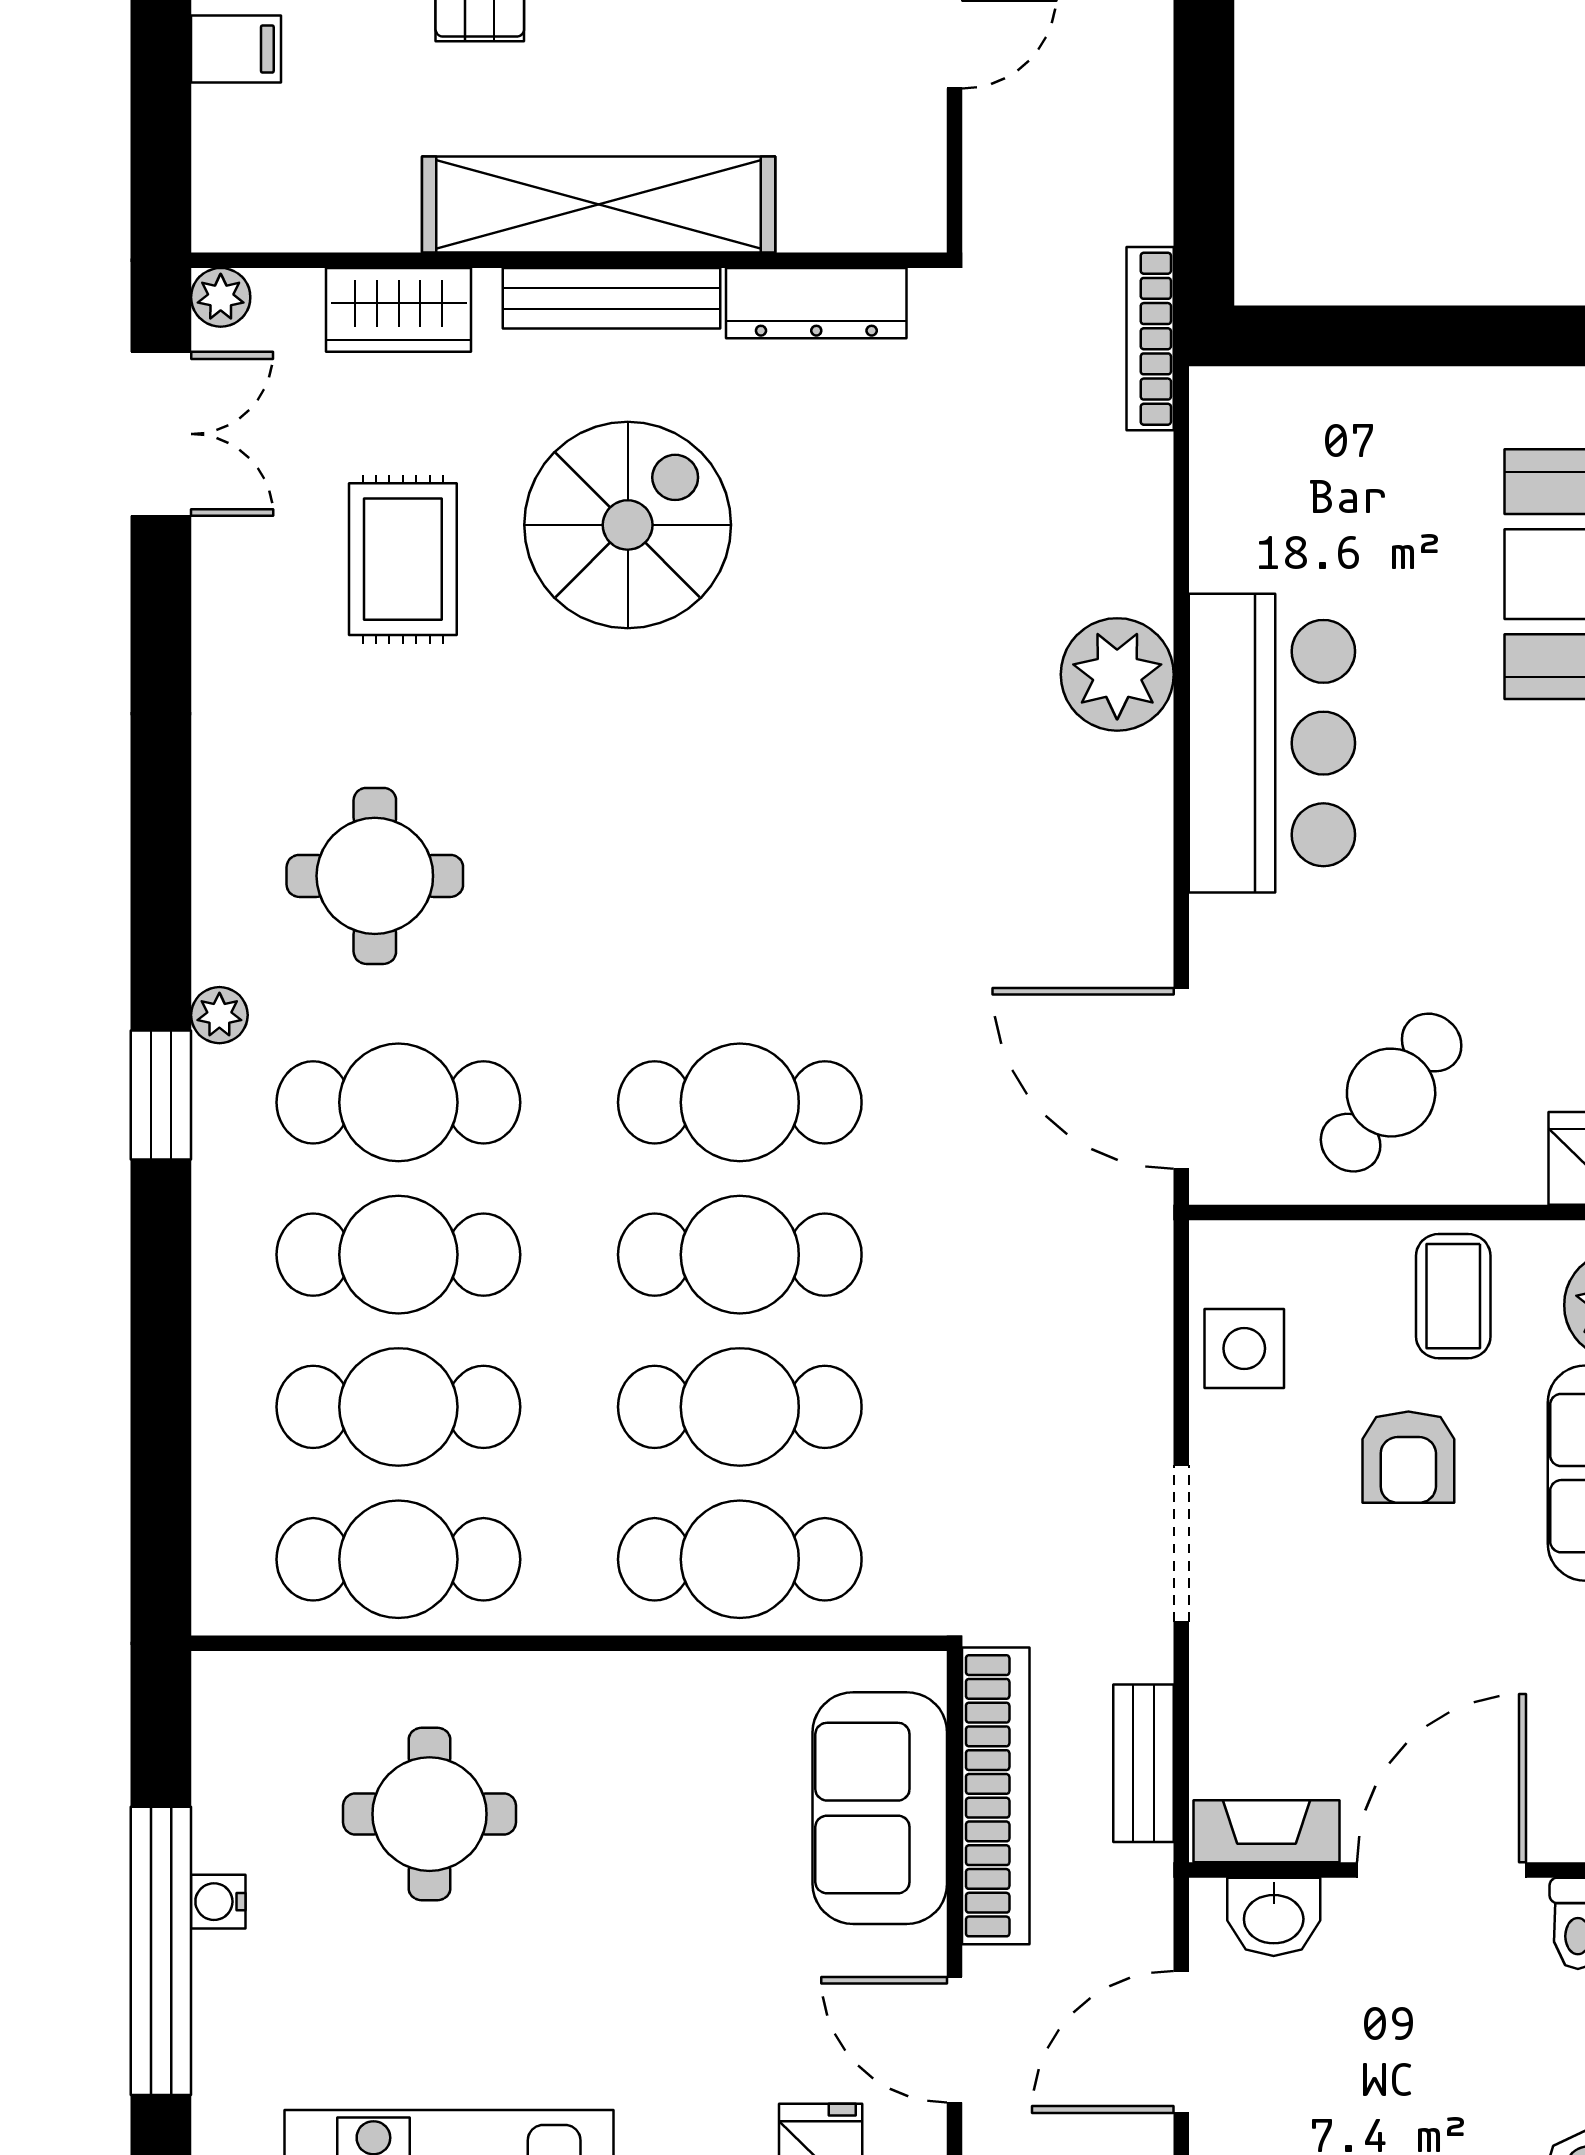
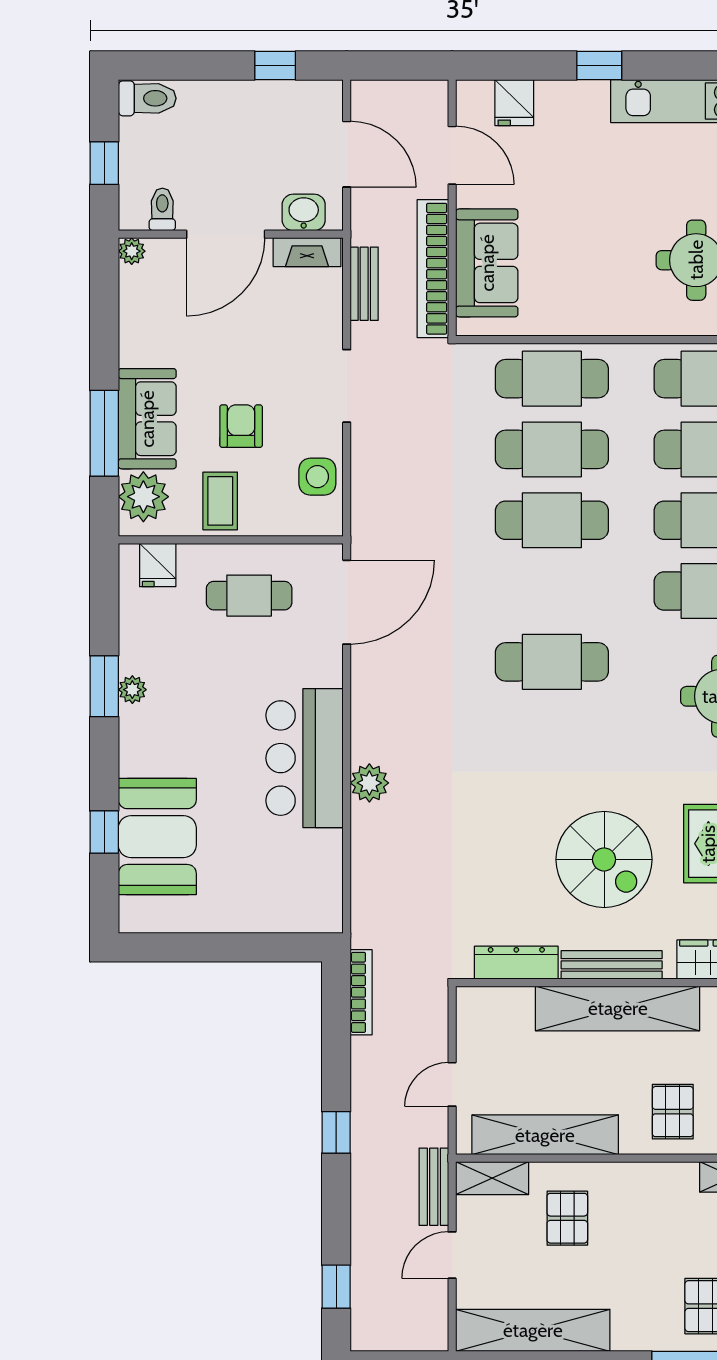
bookcase: (1150, 339) -> (361, 992), moved
spiral stairs: (628, 525) -> (604, 859), turned -90
plant: (1117, 674) -> (369, 783), width x0.73, depth x0.73
door: (1181, 1078) -> (347, 602), hinge flipped
cafe table: (1391, 1093) -> (249, 596), turned 51
cafe table: (740, 1102) -> (552, 662), moved
door: (1181, 2042) -> (347, 154), hinge flipped

